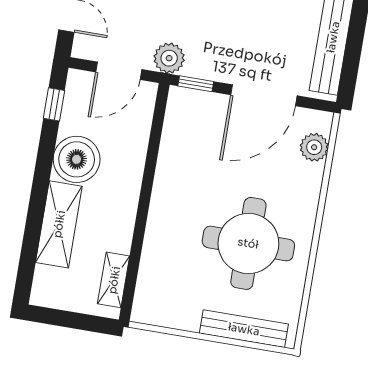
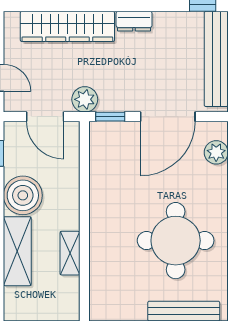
door: (119, 71) -> (45, 117), hinge flipped
shelving: (114, 280) -> (70, 253), moved

